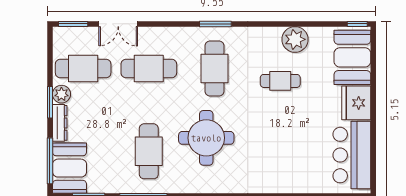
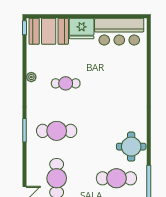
plant: (295, 39) -> (31, 77), width x0.53, depth x0.53
cafe table: (280, 81) -> (66, 83), turned 90
round table: (206, 138) -> (131, 147), moved, width x0.73, depth x0.73

